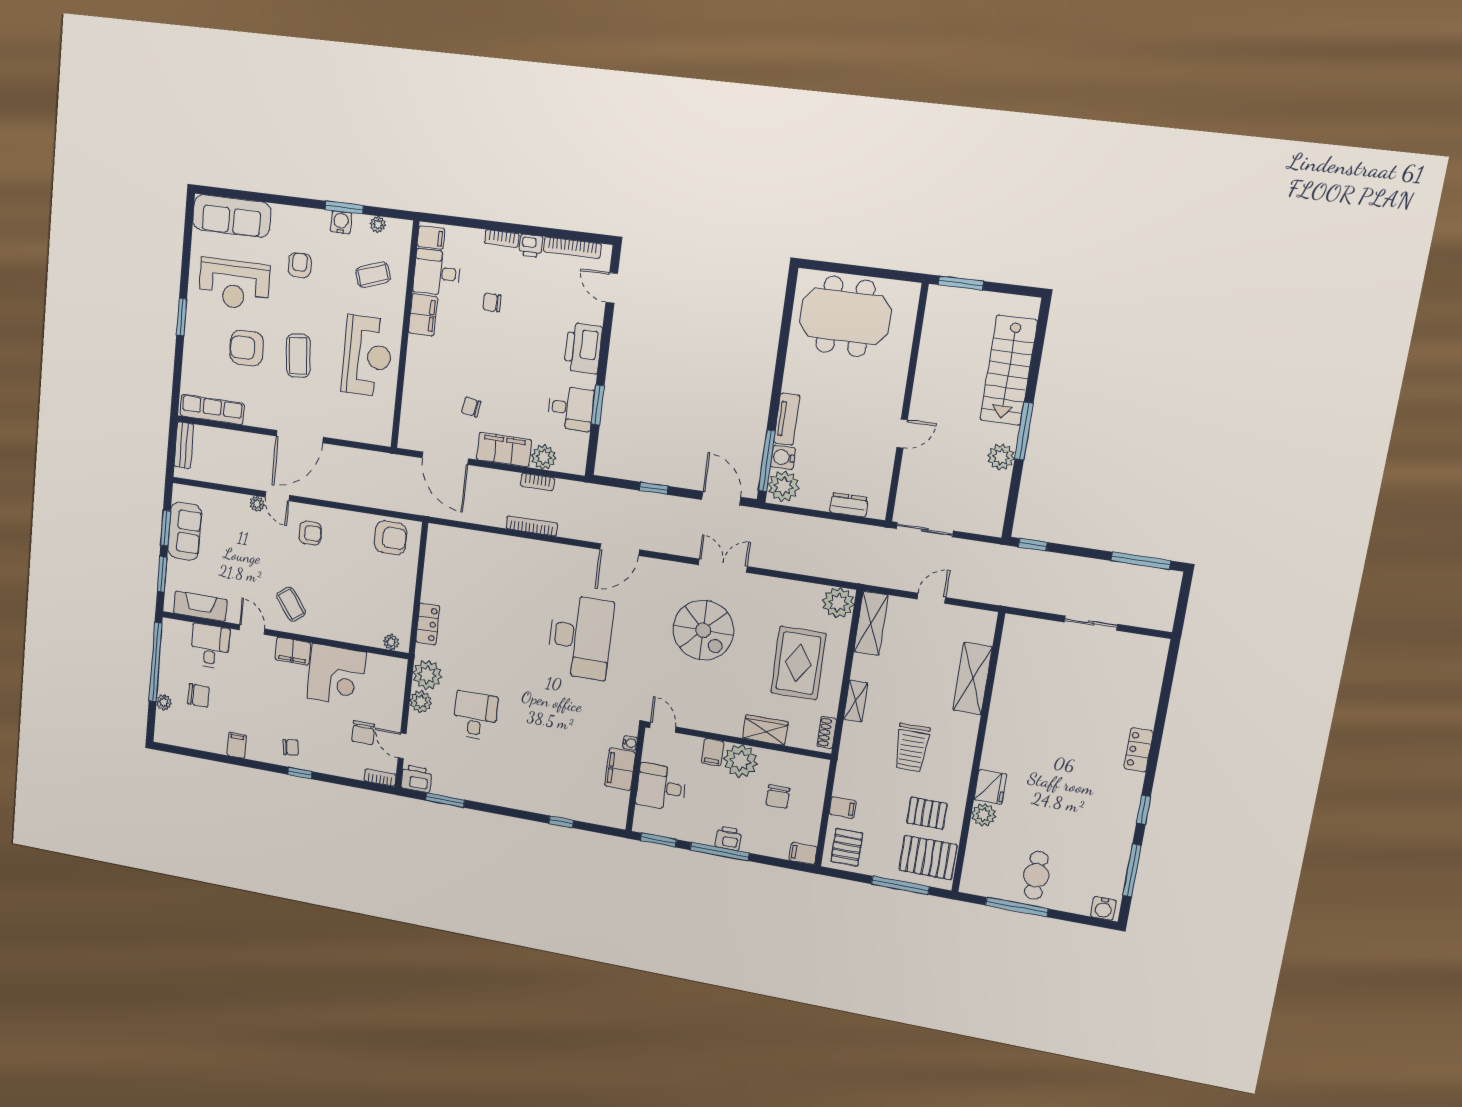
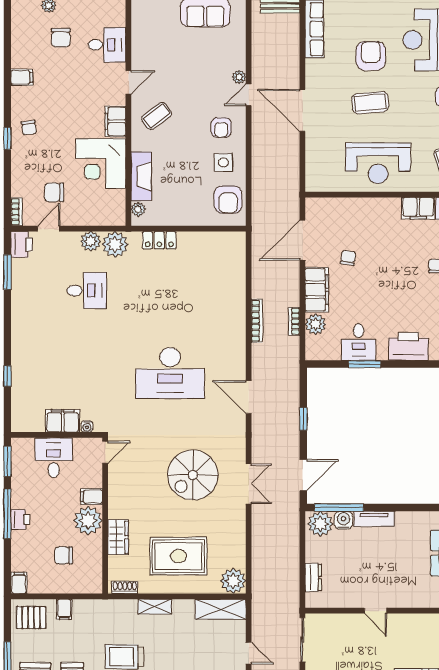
side table: (349, 537) -> (223, 162), added
fireplace: (200, 606) -> (141, 176), moved

